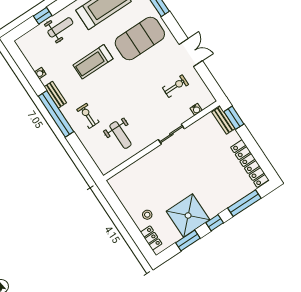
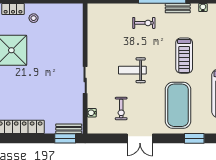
treadmill: (93, 62) -> (184, 56), turned 180
weight bench: (120, 135) -> (132, 70), moved

